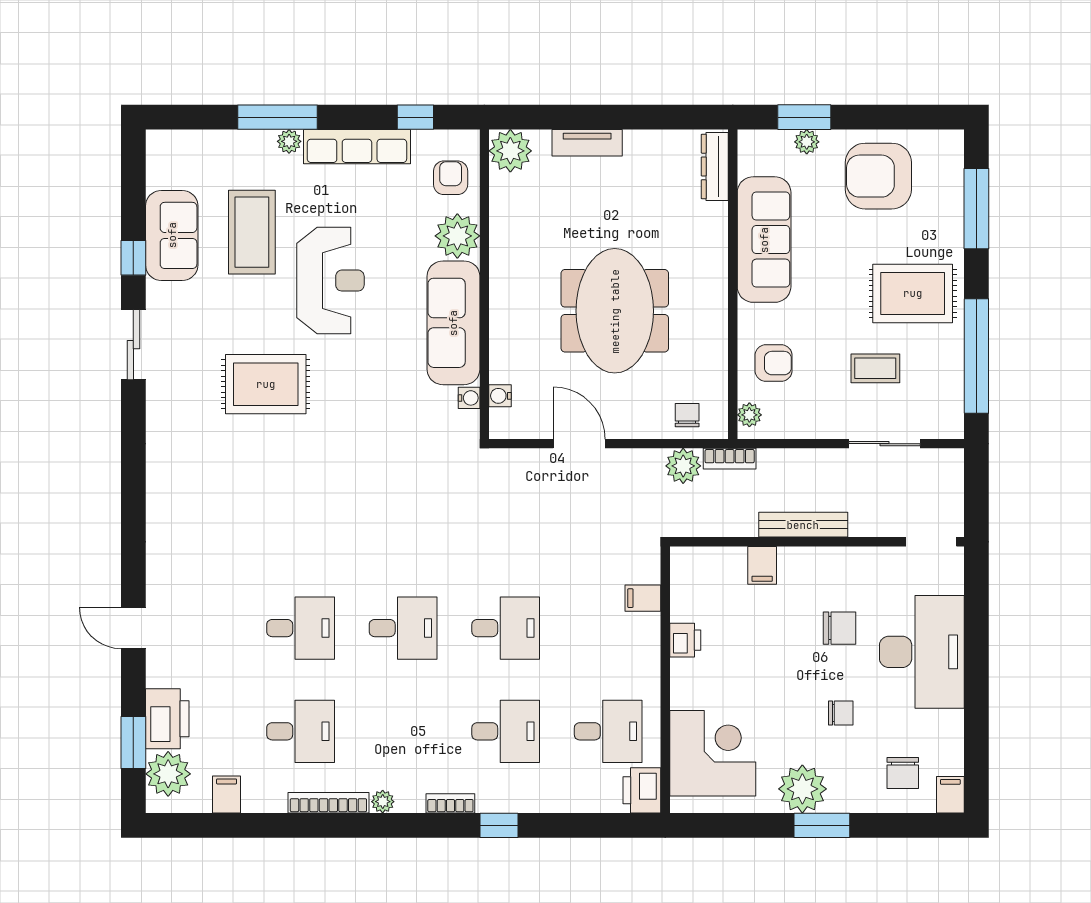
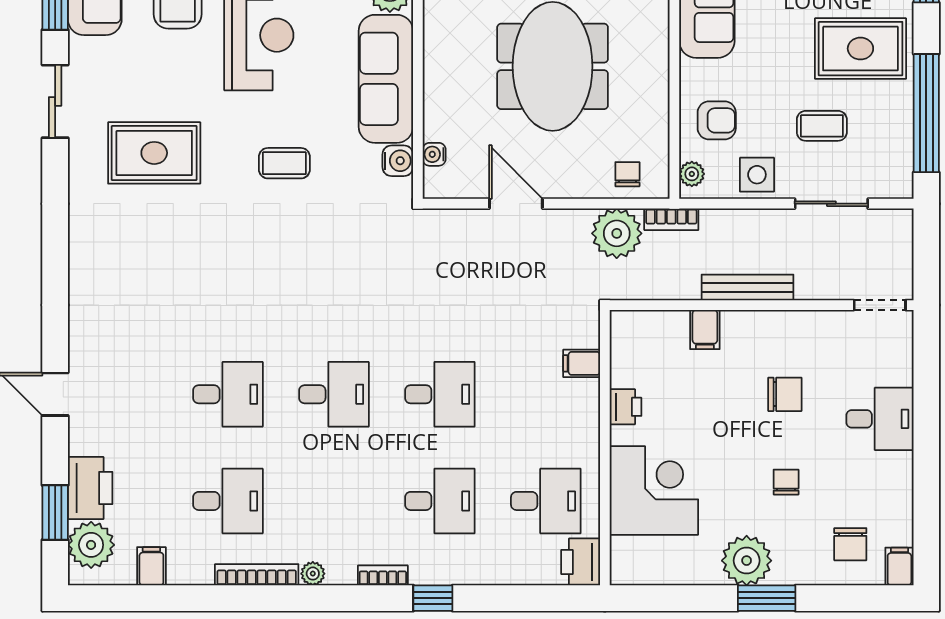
rug: (266, 384) -> (154, 153), moved
water cooler: (469, 398) -> (398, 161), width x1.38, depth x1.38
coffee table: (355, 404) -> (284, 163), added
side table: (813, 416) -> (757, 175), added
plant: (683, 466) -> (617, 233), width x1.36, depth x1.36
desk: (922, 652) -> (880, 419), width x0.53, depth x0.77
chair: (841, 713) -> (786, 482), turned -90
corner desk: (713, 753) -> (654, 490), moved

